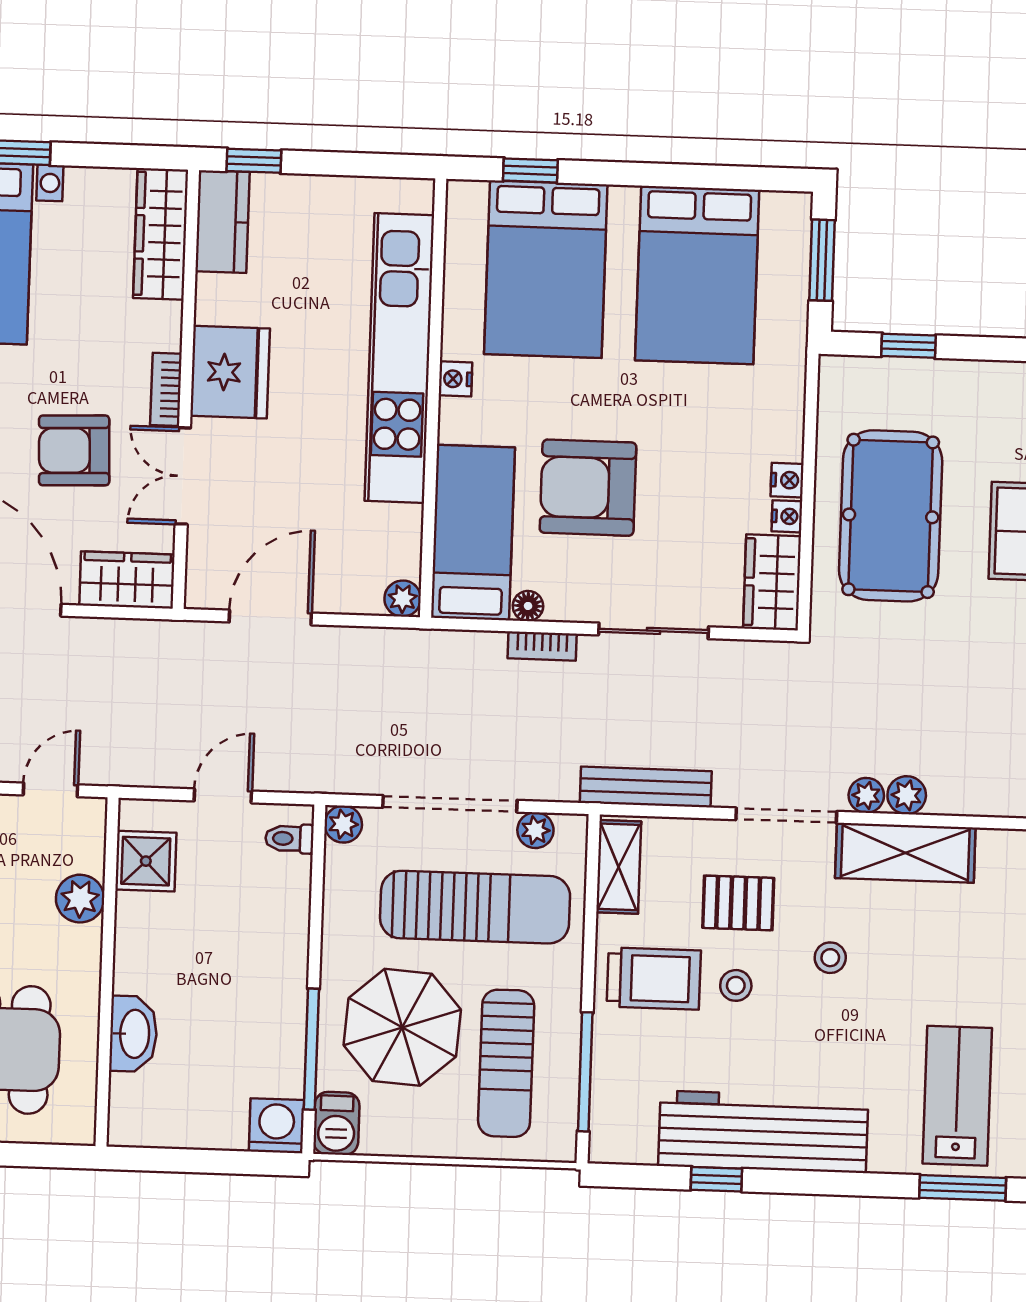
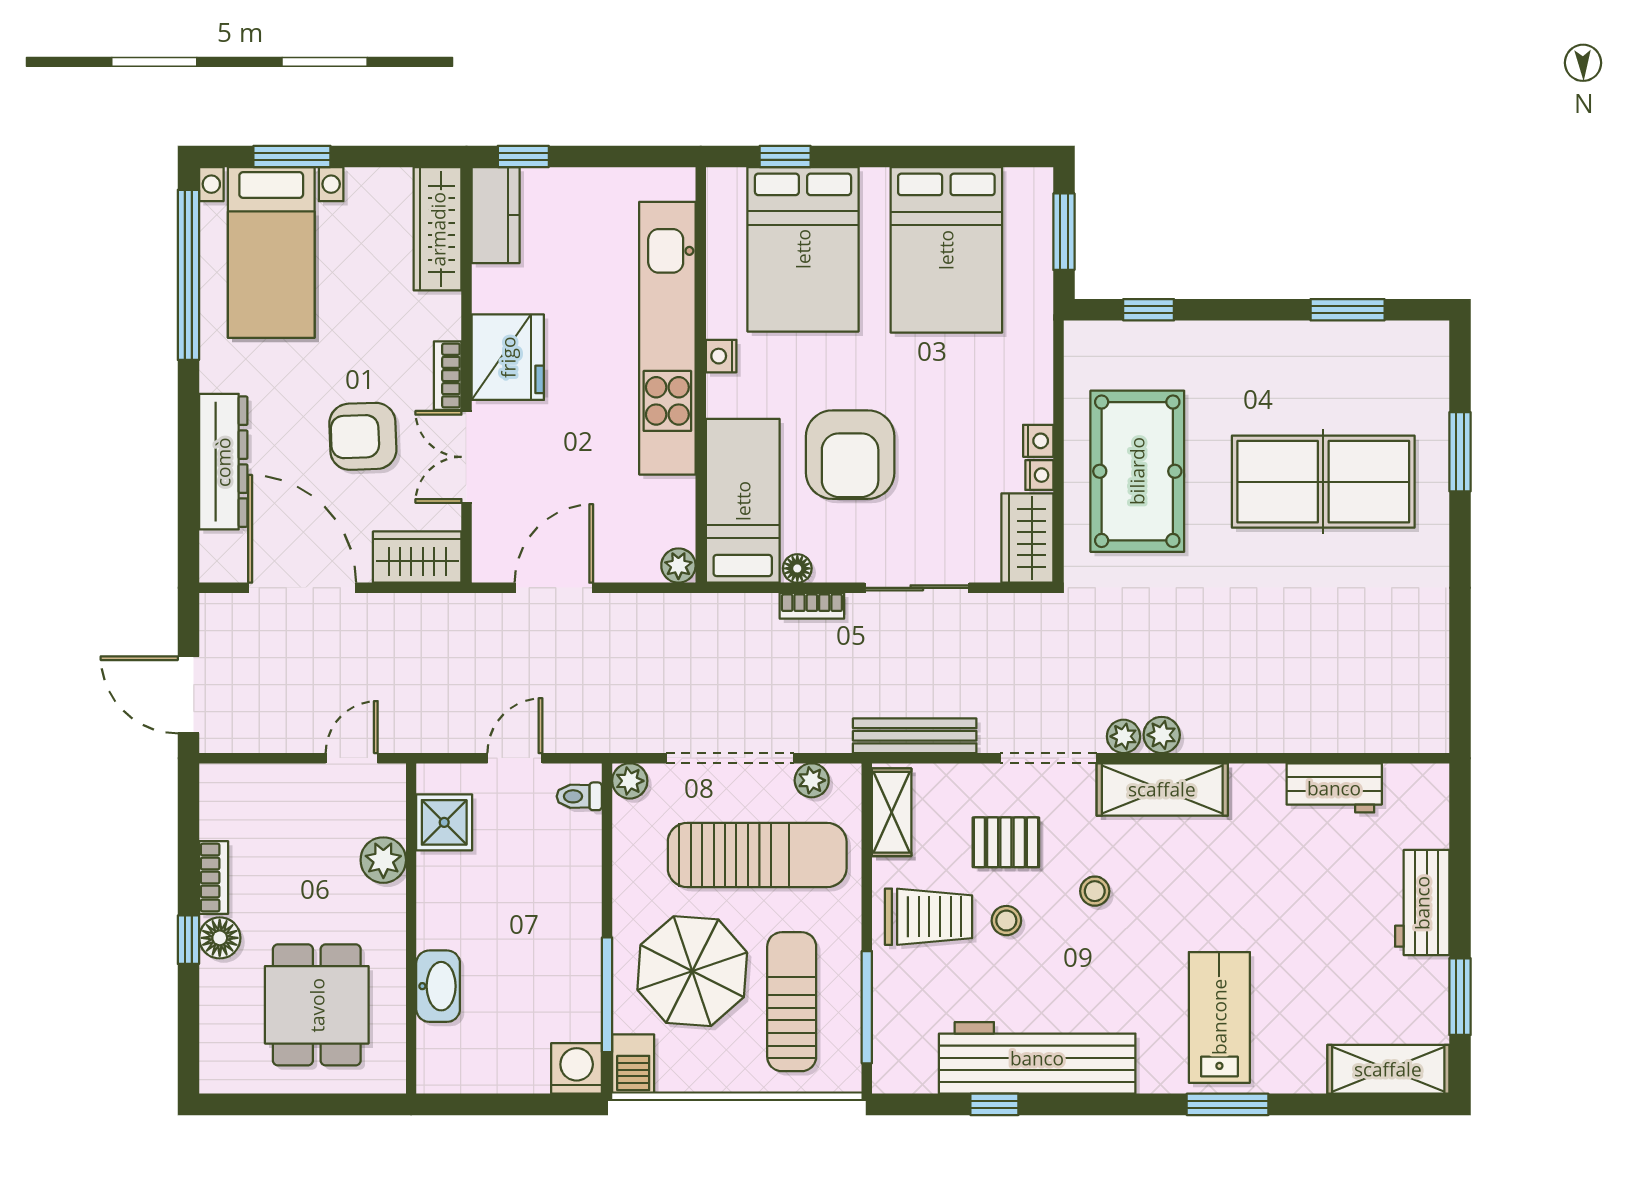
armchair: (588, 488) -> (850, 455), turned -90
sun lounger: (506, 1063) -> (792, 1002), turned 180

